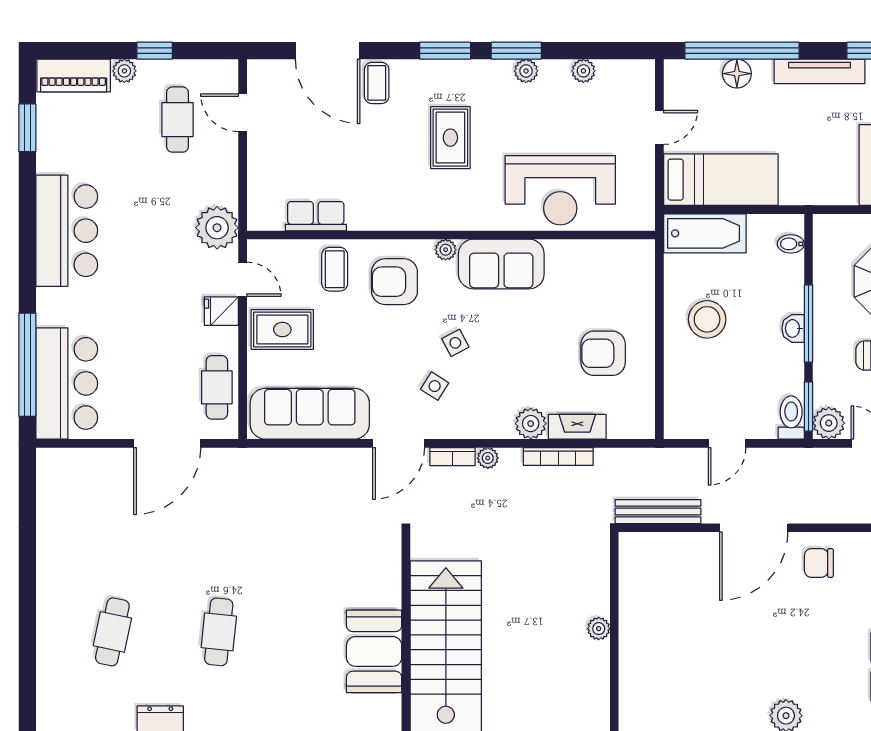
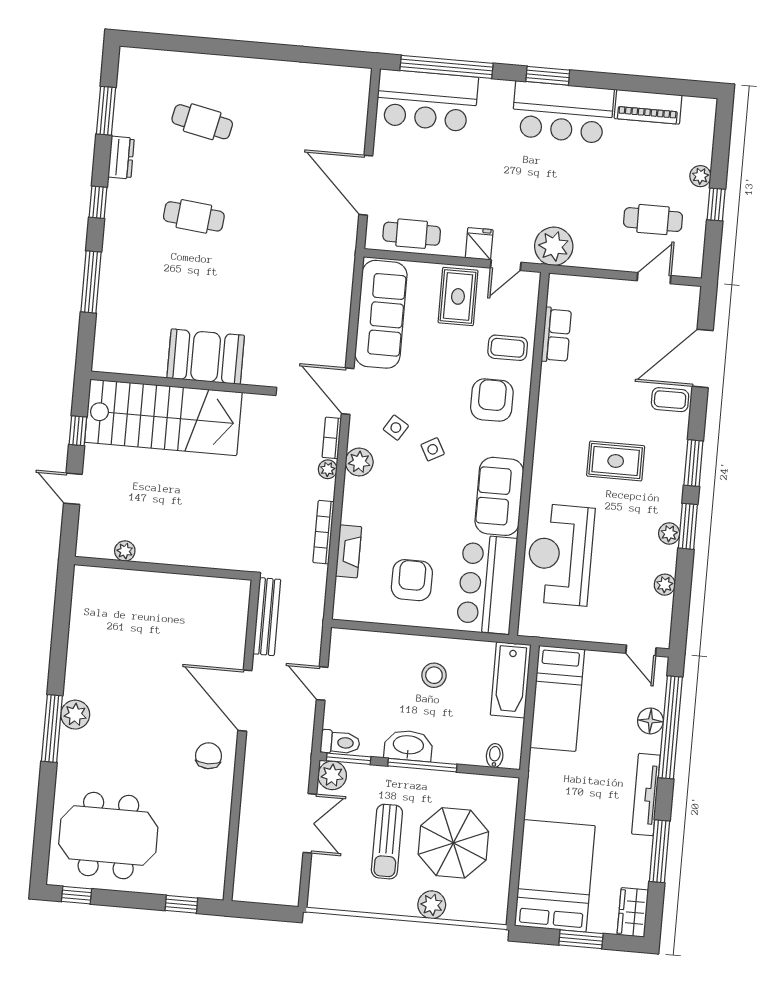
piano: (74, 75) -> (648, 107), moved, turned -90
door: (659, 127) -> (641, 650), moved
window: (27, 128) -> (548, 76), moved
plant: (446, 250) -> (516, 448), removed
bar counter: (600, 269) -> (487, 584), added
stool: (707, 319) -> (434, 675), width x0.73, depth x0.73
washbasin: (793, 328) -> (408, 746), width x1.91, depth x1.45
plant: (531, 424) -> (359, 462), moved
plant: (599, 629) -> (125, 551), moved
booth: (374, 651) -> (206, 357), moved

